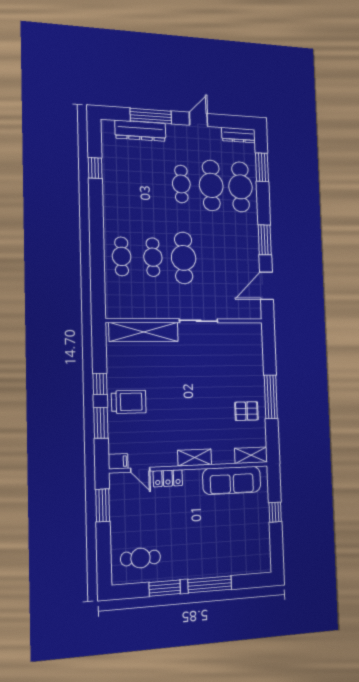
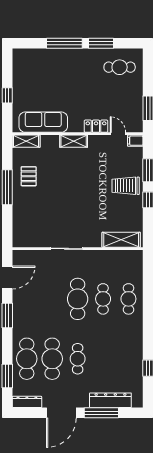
door: (198, 119) -> (61, 413), width x1.88
shelving: (144, 332) -> (121, 240), width x0.68
pallet: (246, 411) -> (29, 176), turned 90

